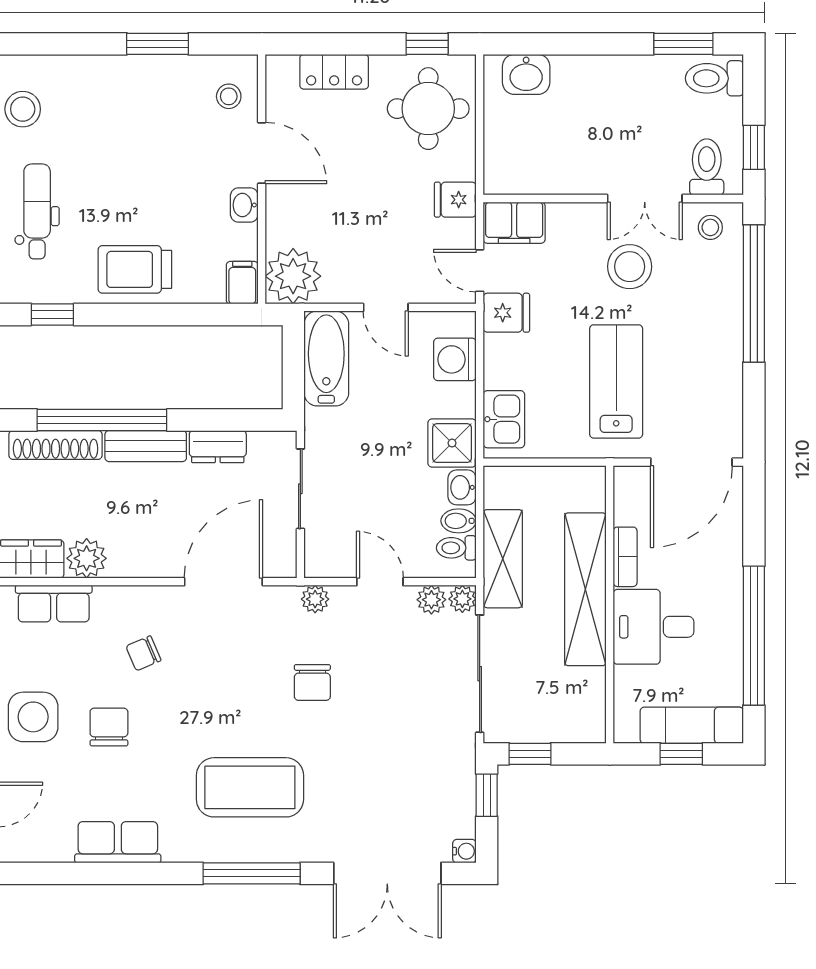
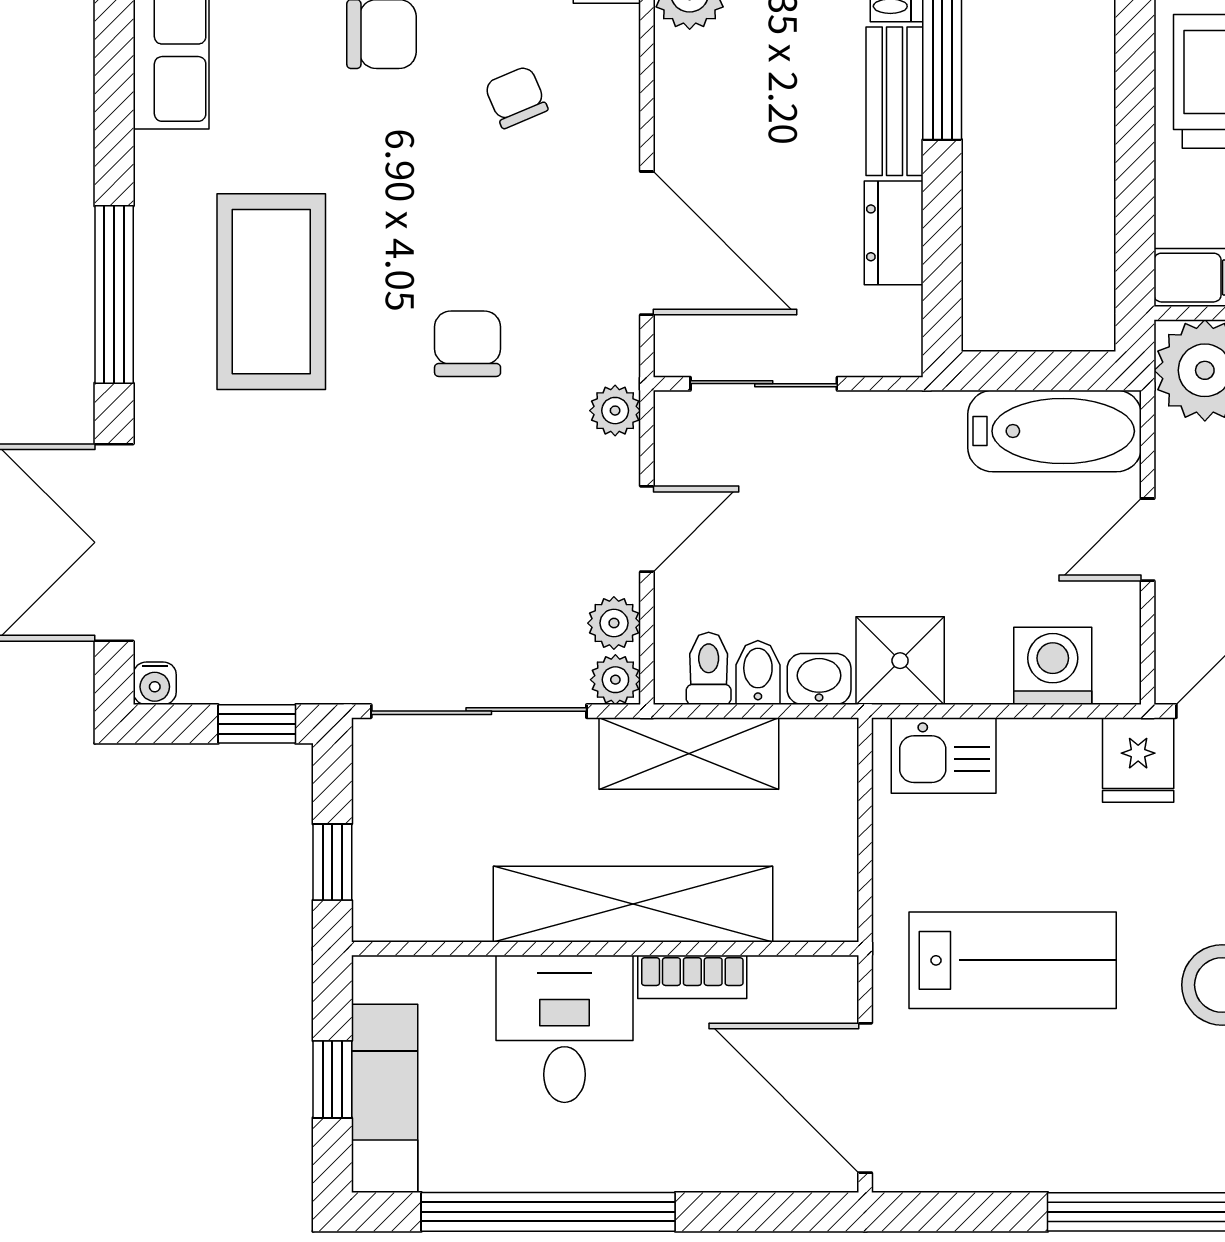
sliding door: (300, 489) -> (764, 384), moved
chair: (312, 682) -> (468, 344), moved, turned 90
window: (530, 754) -> (332, 862), moved

